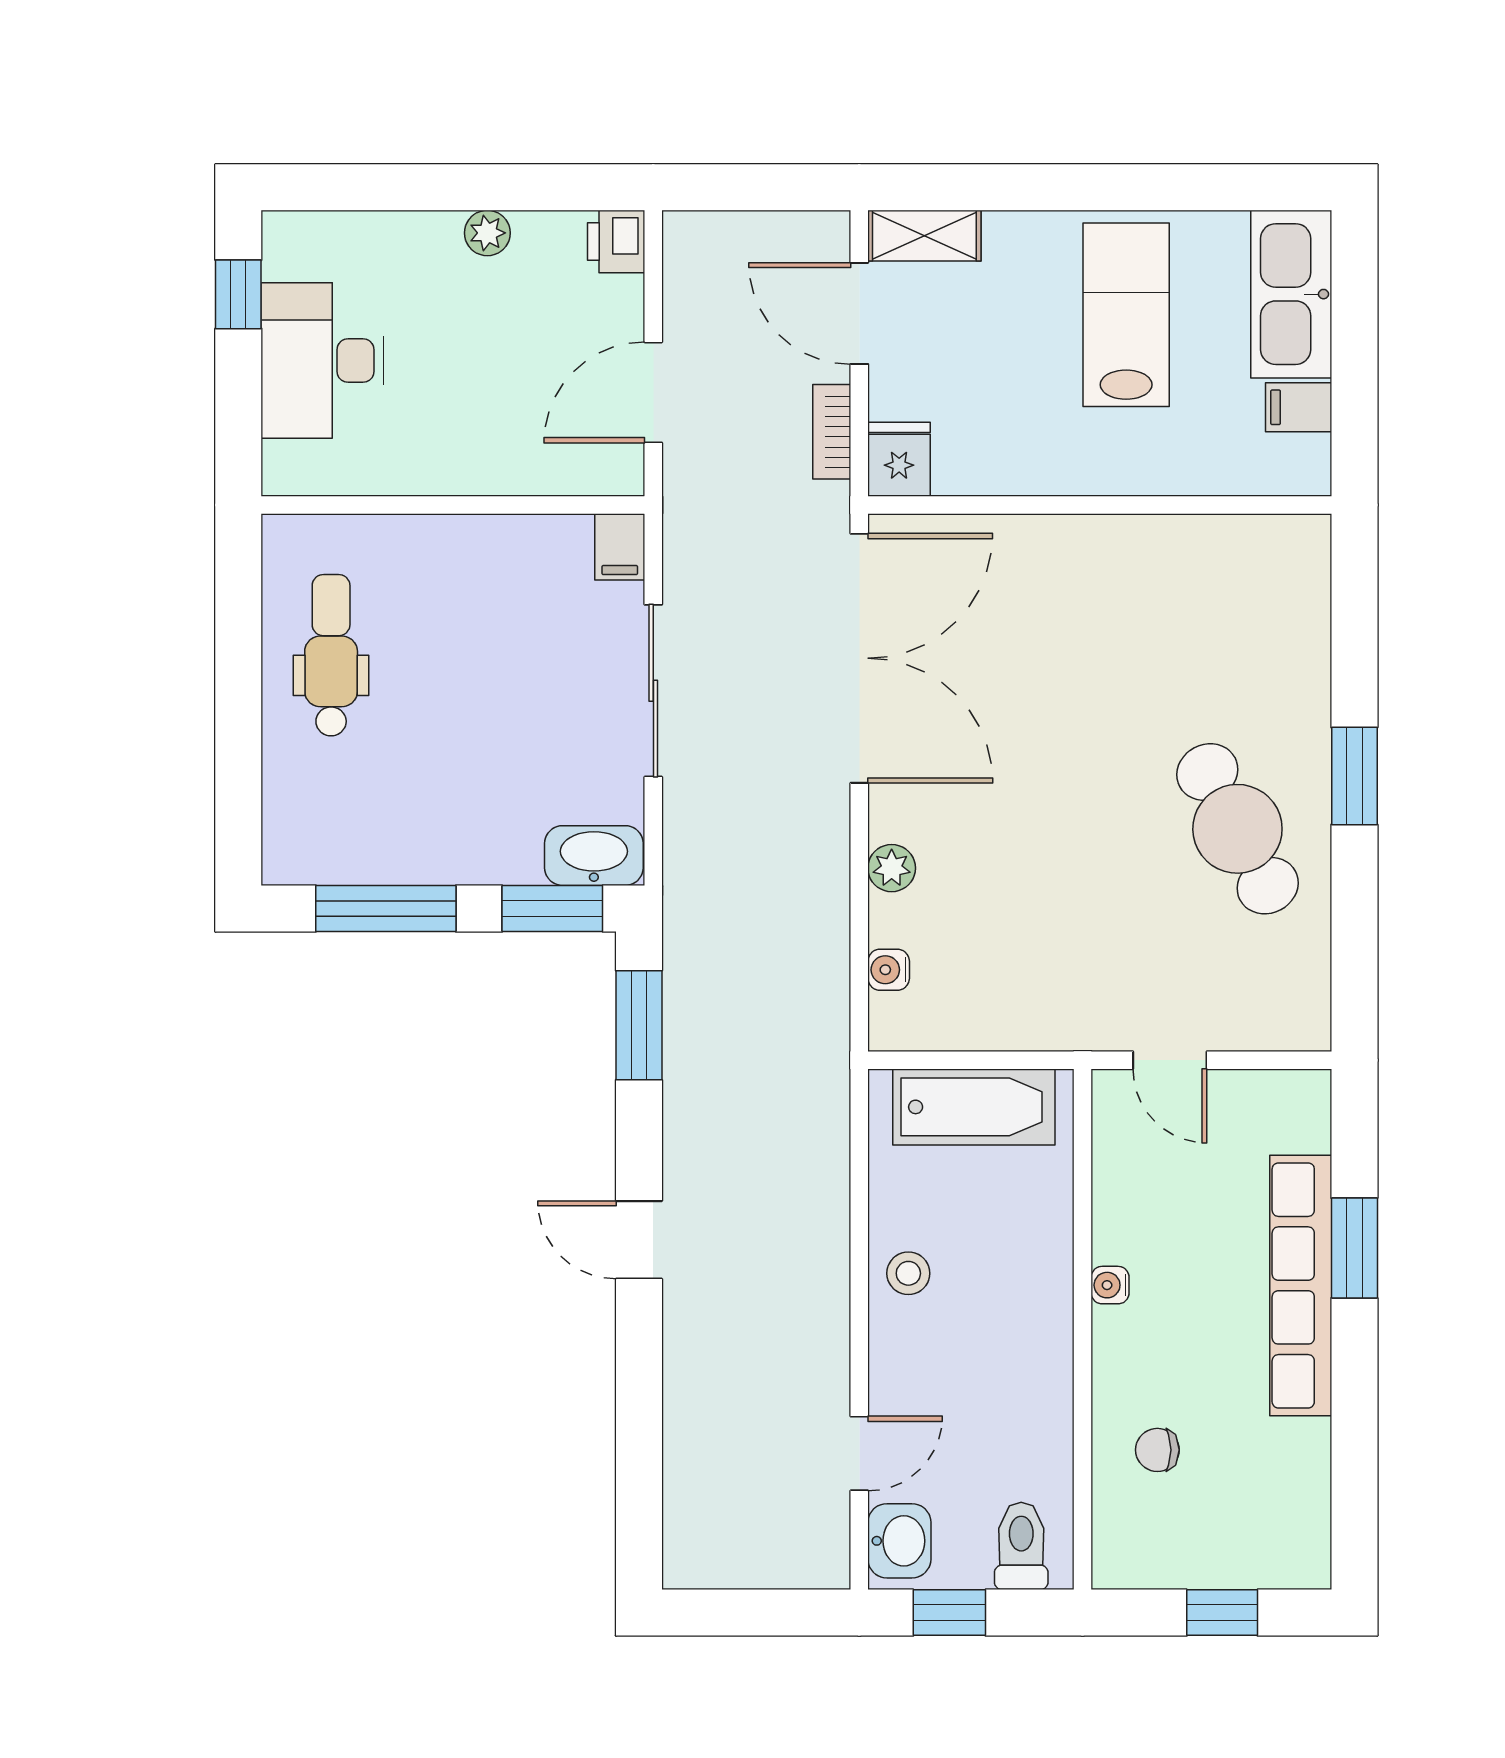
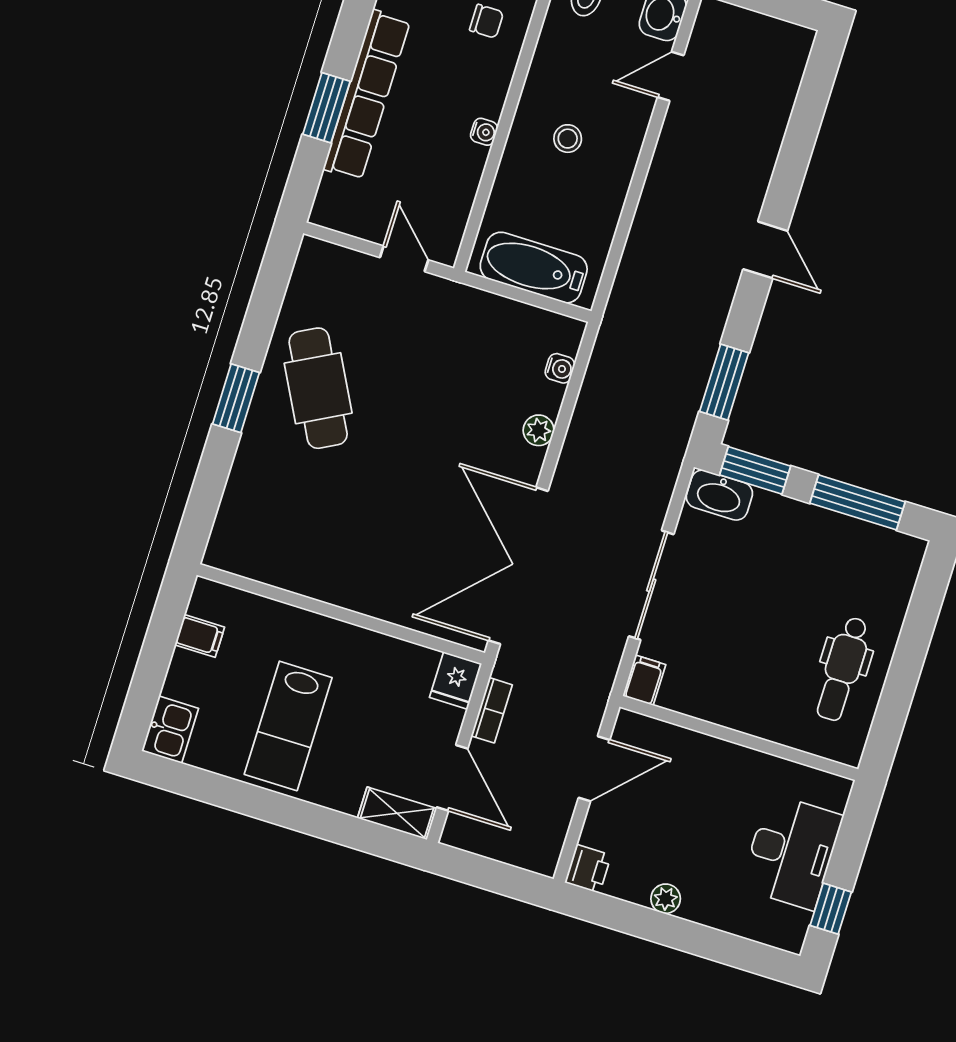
kitchen sink: (1291, 294) -> (170, 730), width x0.53, depth x0.81
stool: (908, 1273) -> (568, 139), moved

